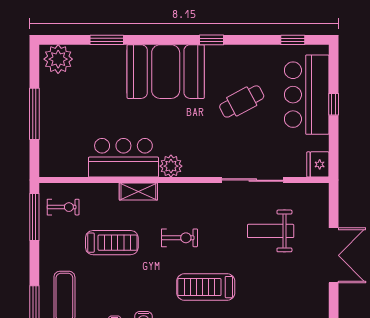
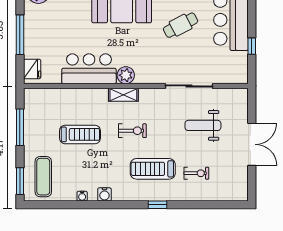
window: (334, 104) -> (252, 46), moved
fridge: (318, 164) -> (32, 69), moved, turned 180
shelving: (138, 191) -> (123, 95), moved
exercise bike: (63, 207) -> (196, 173), moved
window: (34, 217) -> (20, 127), moved

